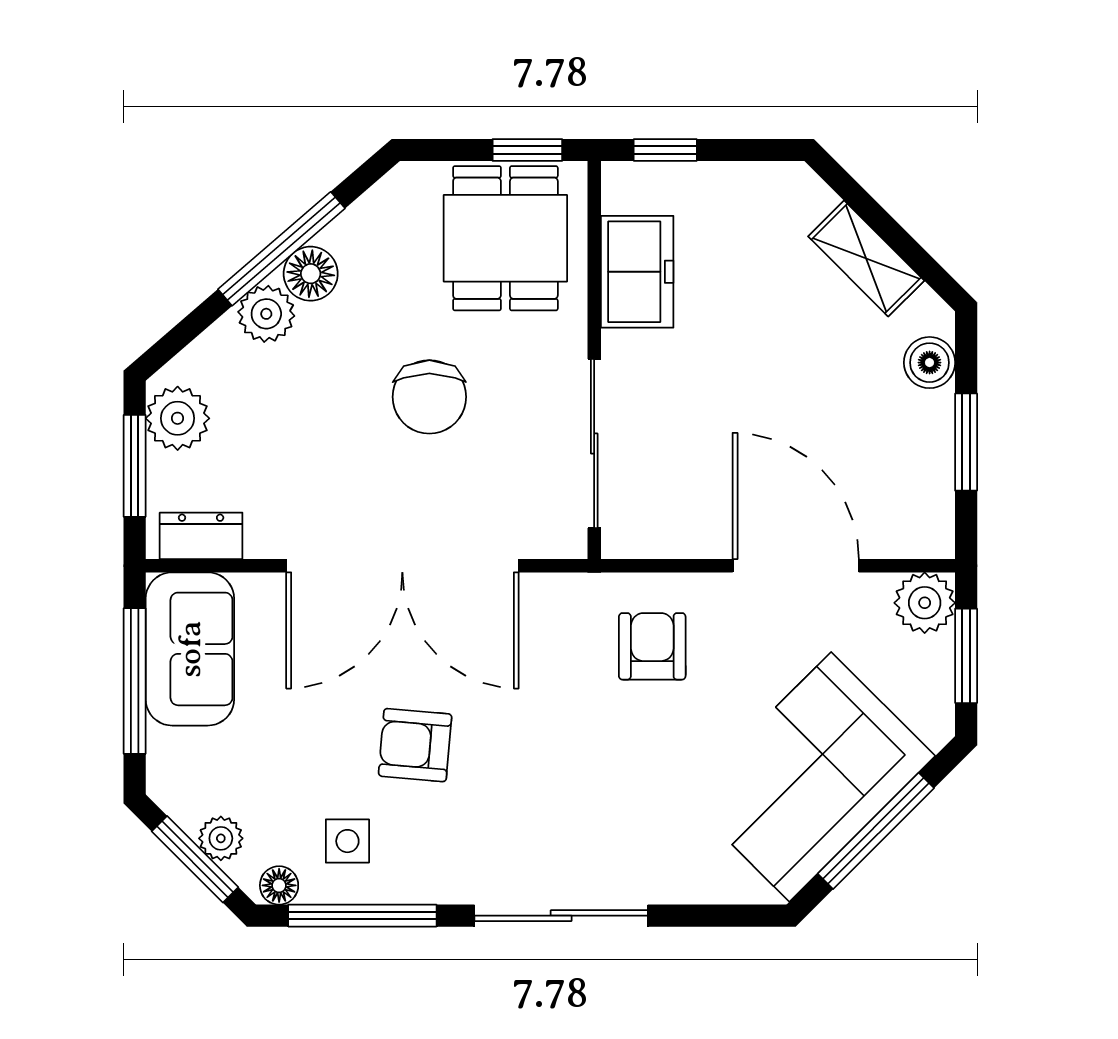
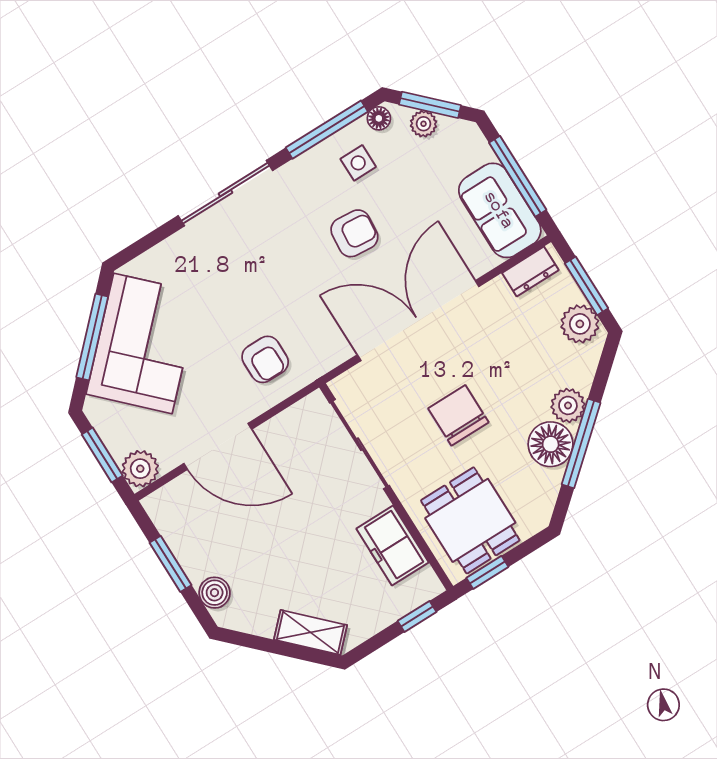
shelving: (866, 259) -> (310, 632), moved
floor lamp: (311, 274) -> (551, 444), width x1.38, depth x1.38

